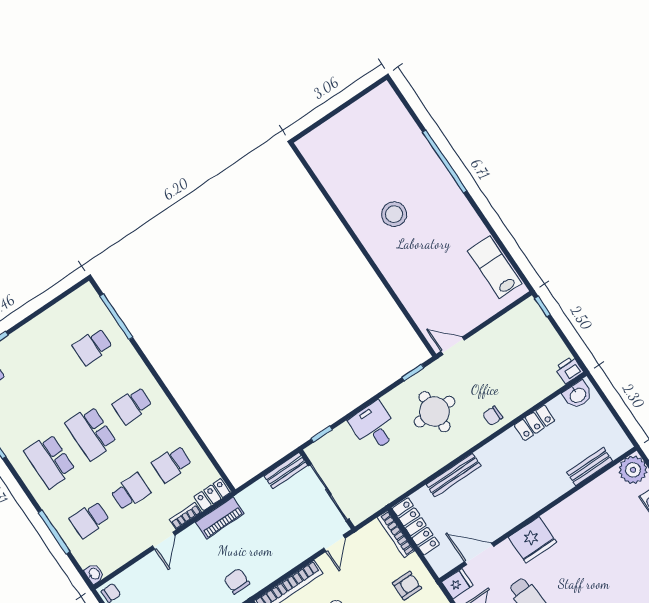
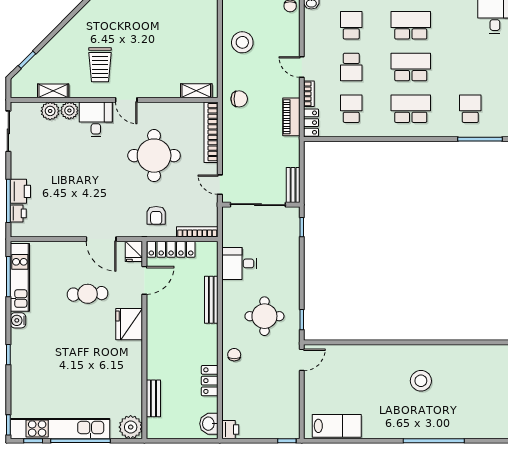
school desk: (132, 405) -> (411, 109), width x1.85
desk: (374, 427) -> (239, 263), moved, turned 180
locker: (416, 527) -> (171, 249), moved

